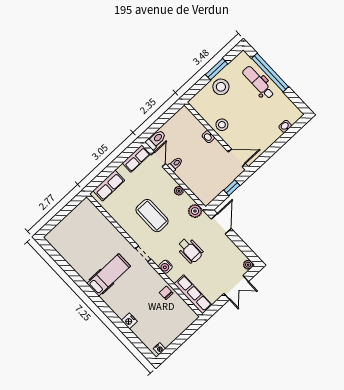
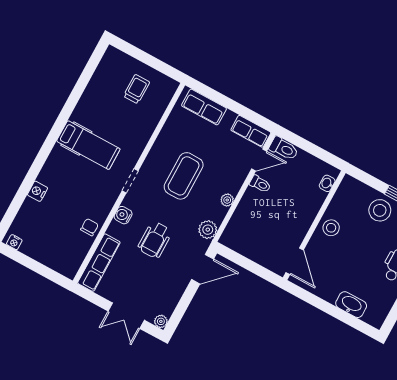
washbasin: (285, 126) -> (351, 305), width x1.91, depth x1.45
washbasin: (208, 137) -> (327, 183), moved
window: (232, 188) -> (254, 267), removed
trolley: (81, 228) -> (137, 89), added

